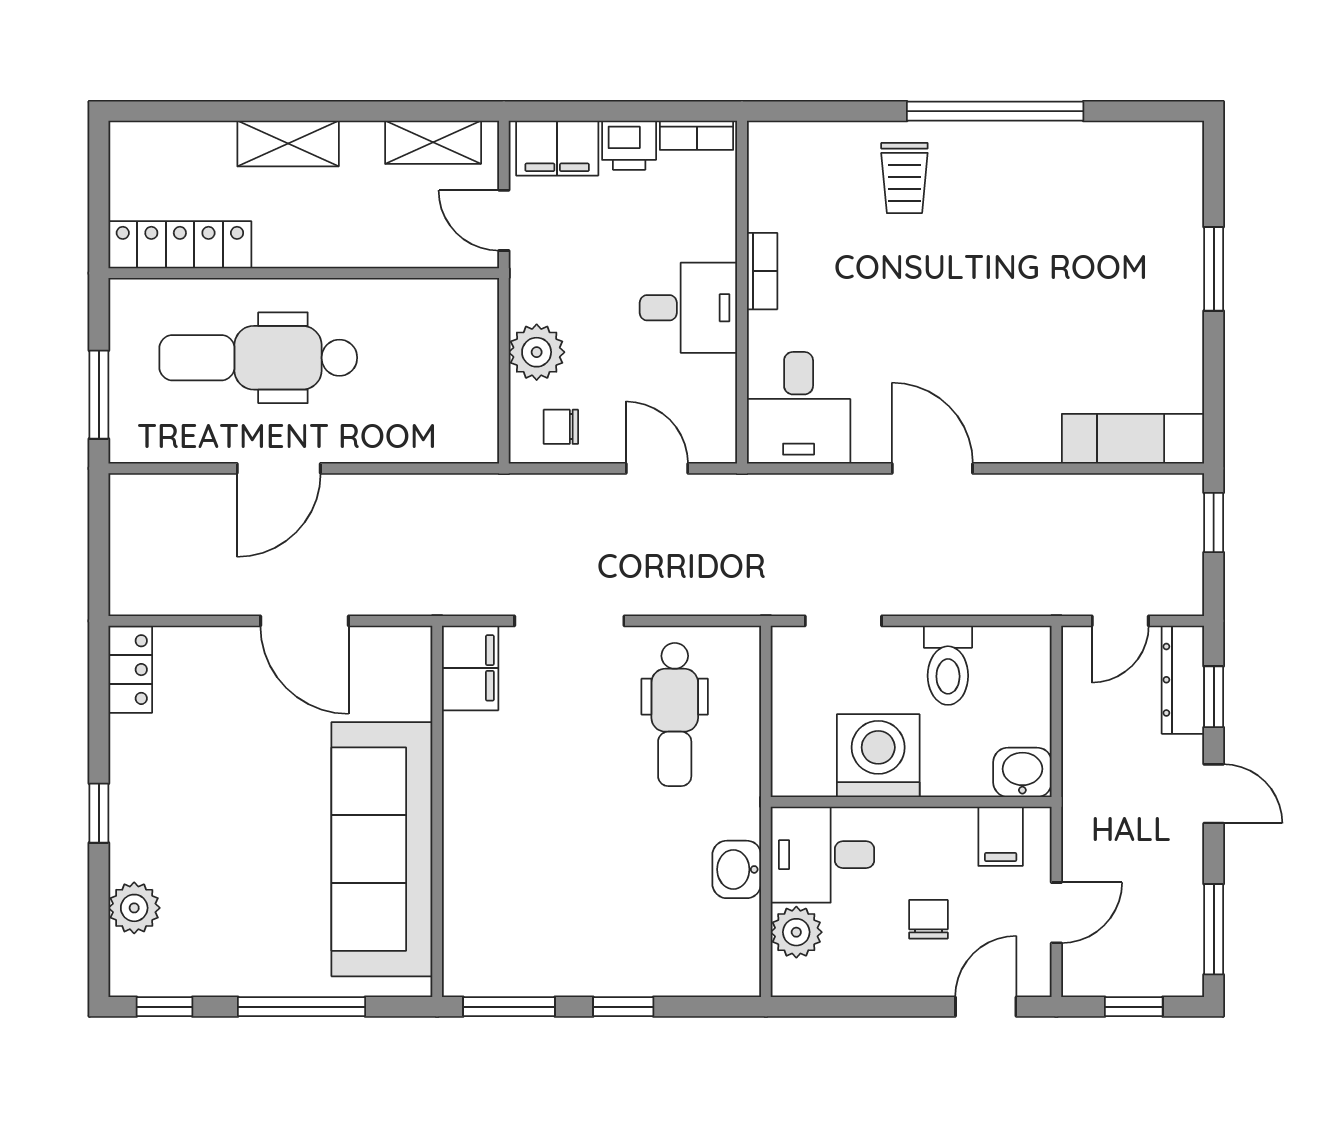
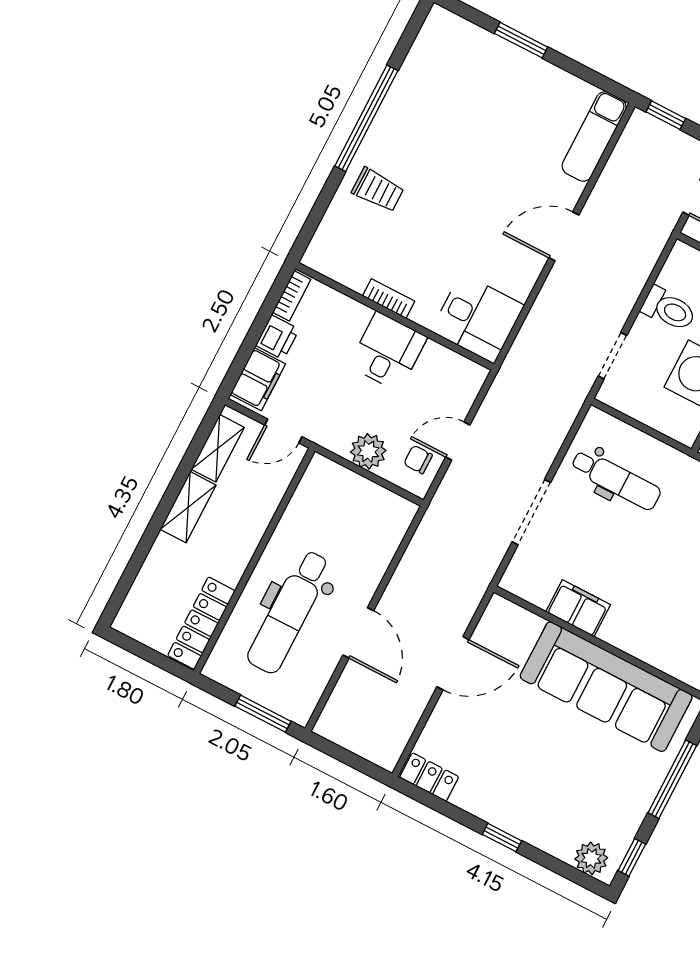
shelving: (288, 144) -> (188, 507), moved
chair: (561, 427) -> (418, 460), turned 90
door: (657, 468) -> (458, 441), moved
door: (932, 468) -> (564, 236), moved
filing cabinet: (470, 668) -> (578, 608), moved
plant: (134, 908) -> (591, 858), moved

